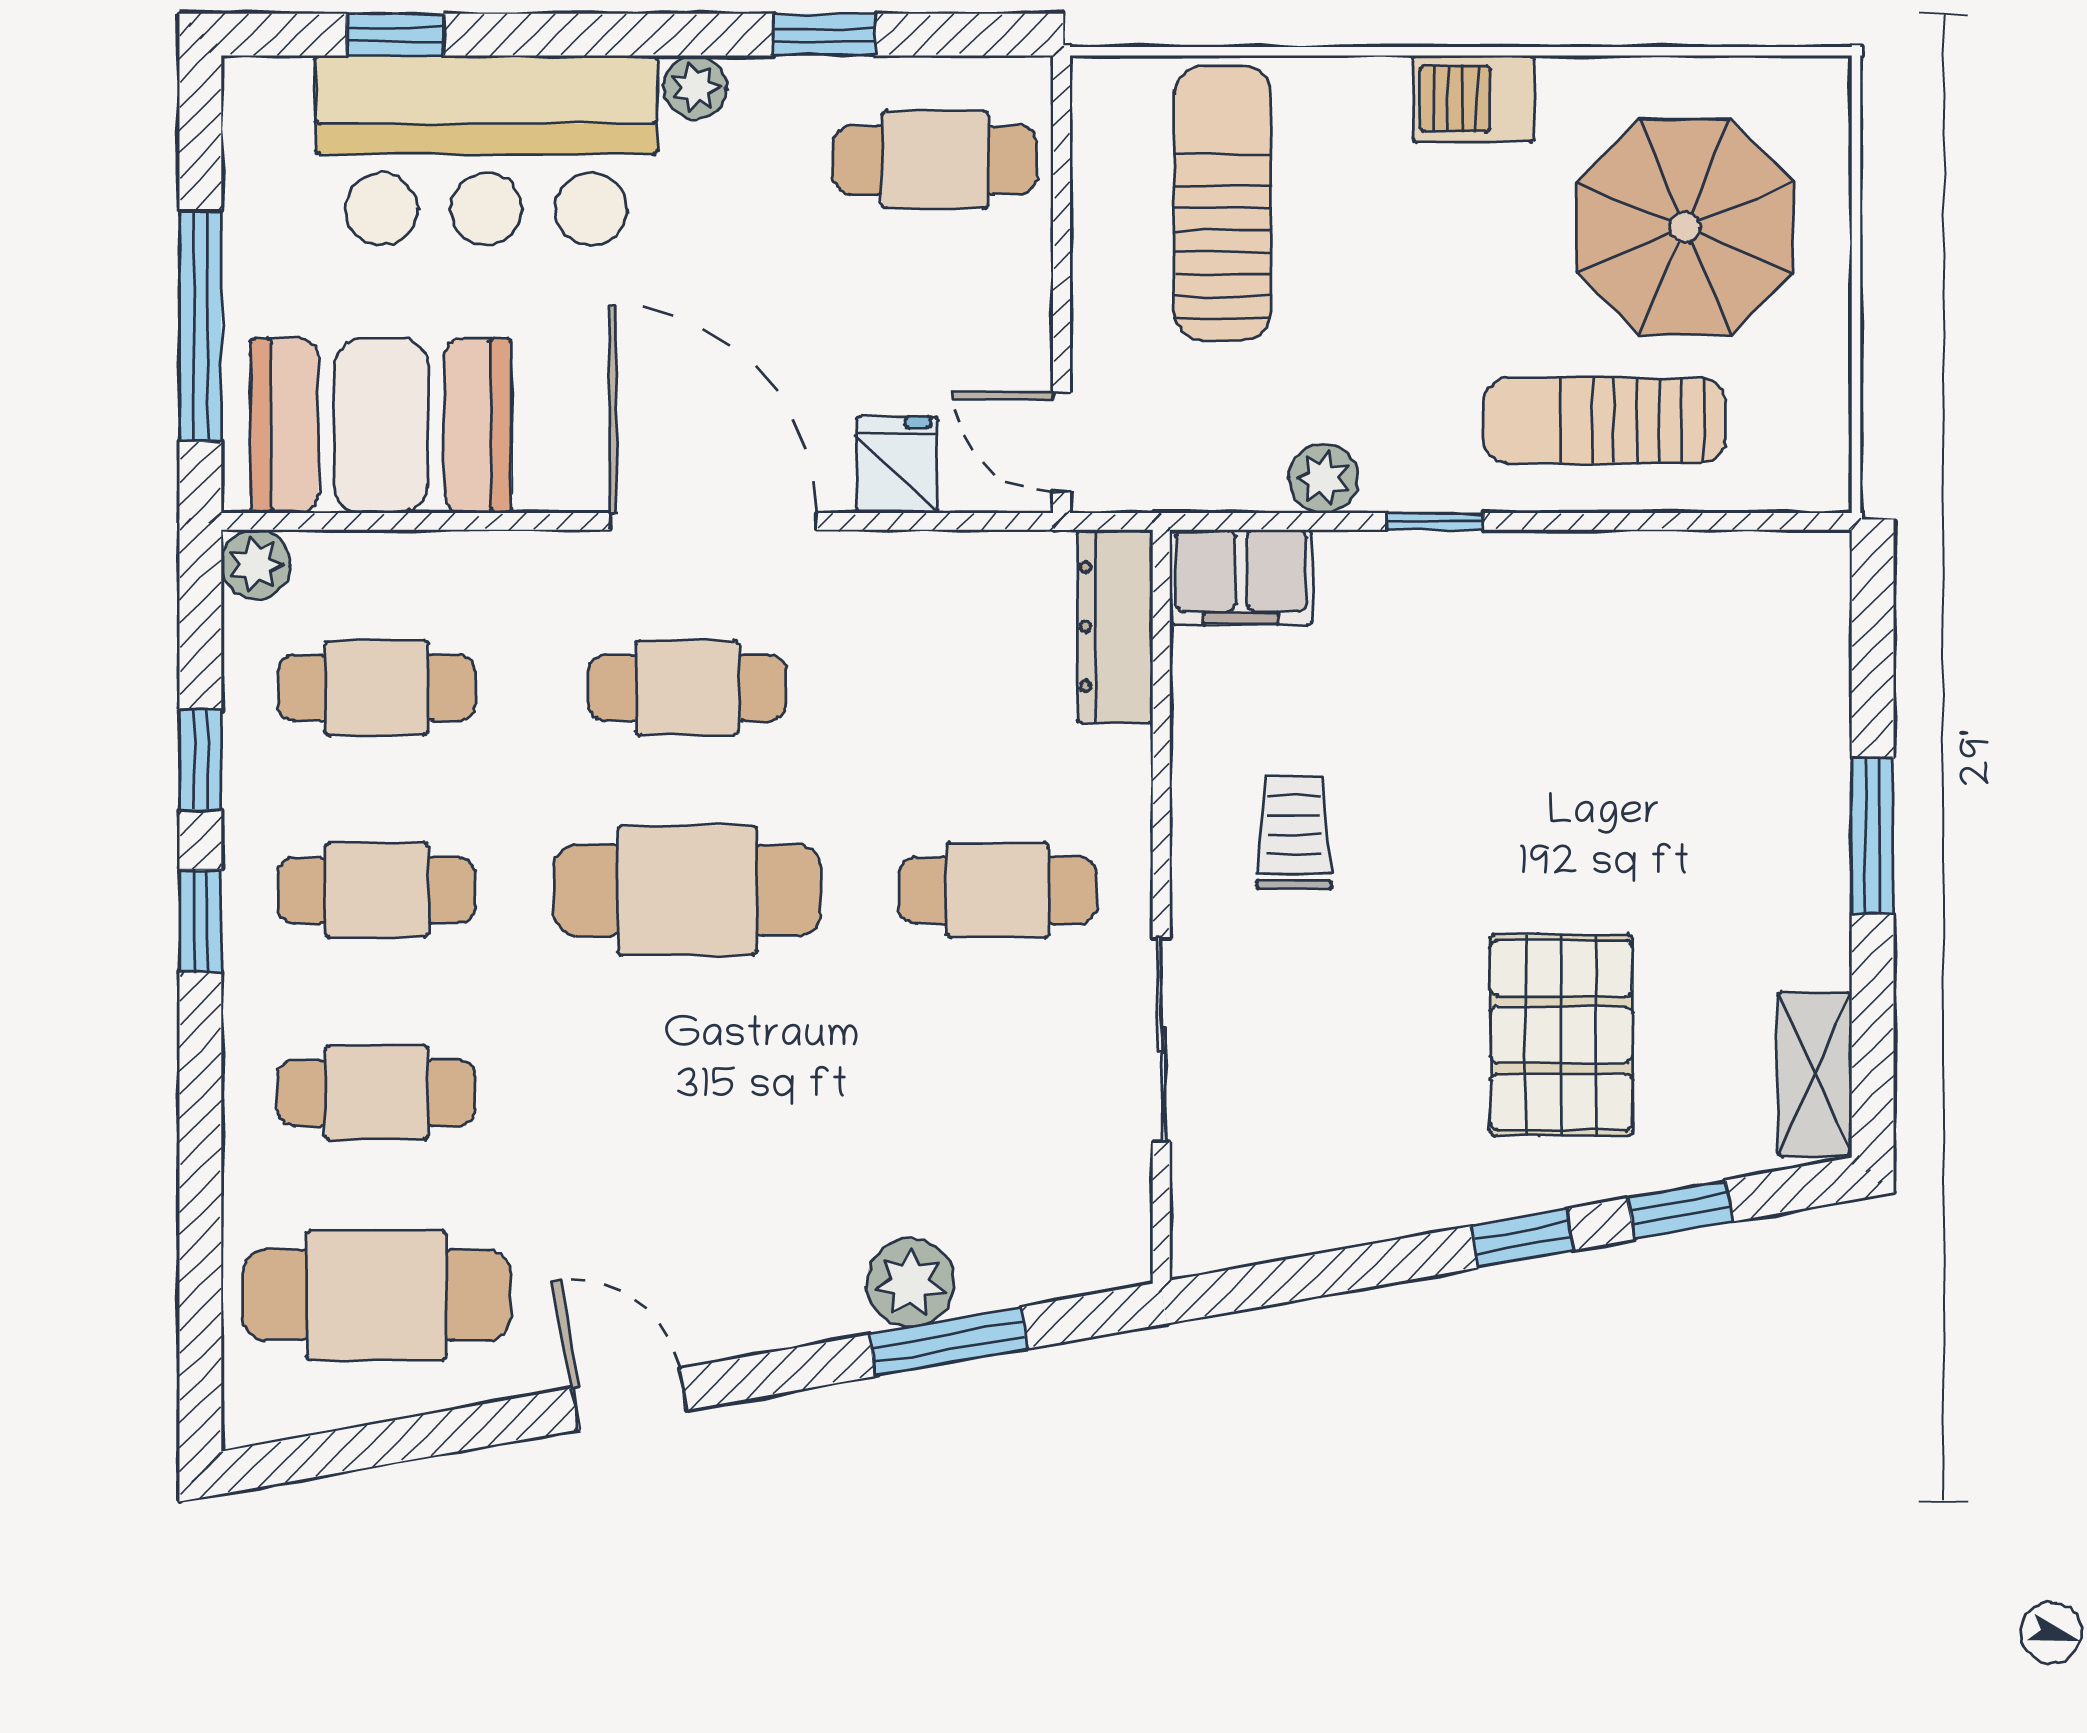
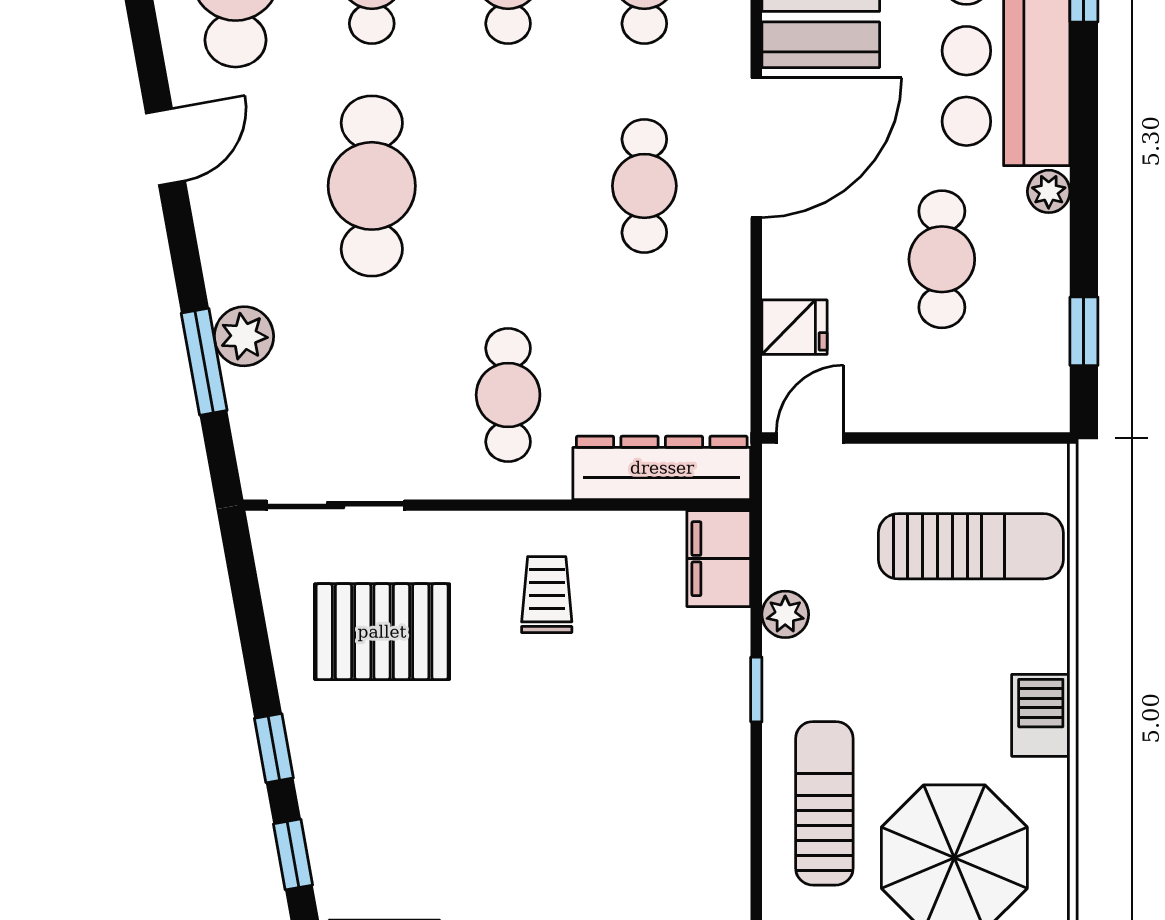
window: (825, 35) -> (1084, 331), moved
cafe table: (935, 160) -> (942, 259), moved
door: (713, 521) -> (756, 148), moved
dresser: (1115, 627) -> (662, 468), width x1.37, depth x1.24
trolley: (1294, 833) -> (547, 595), turned -90
cafe table: (687, 890) -> (372, 186), moved
pallet: (1561, 1035) -> (382, 632), moved
sliding door: (1161, 1040) -> (336, 505), moved

